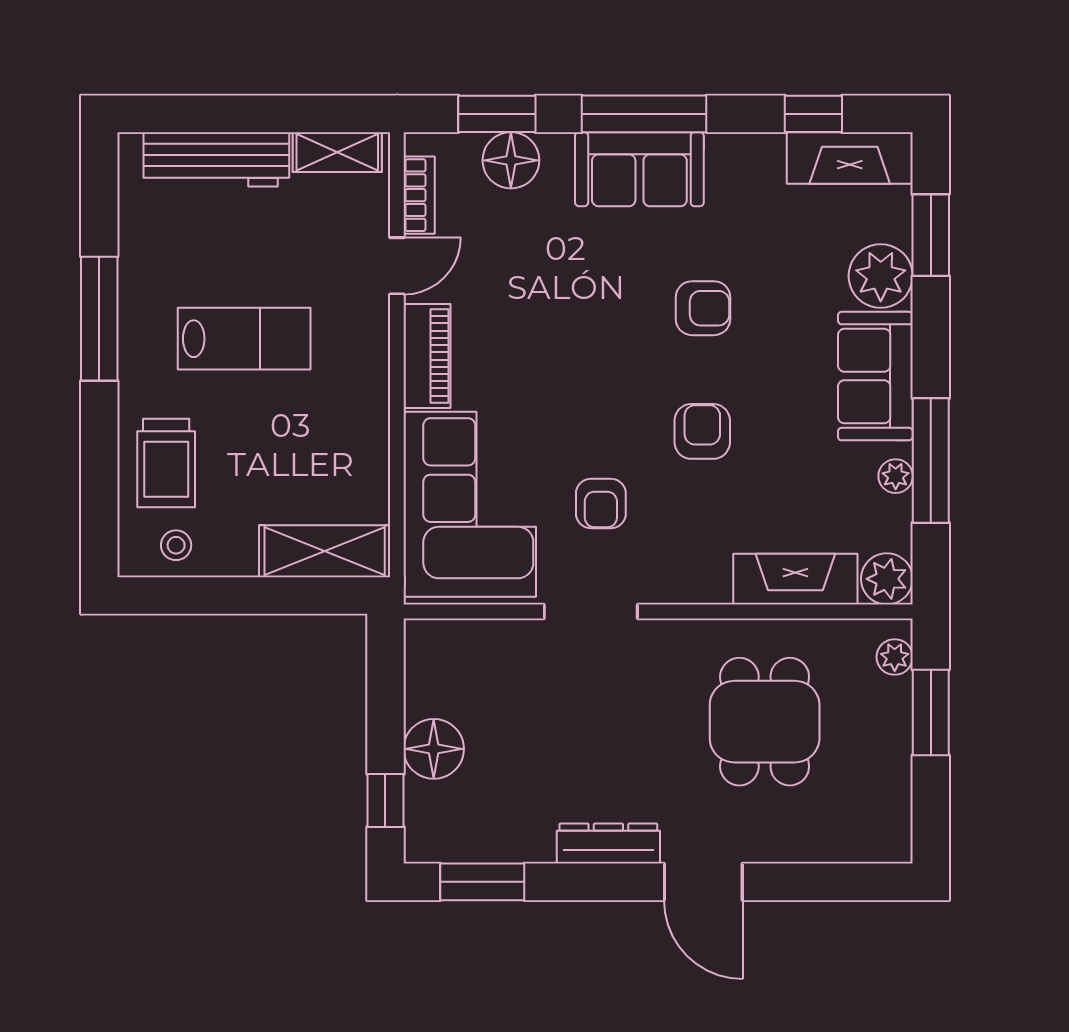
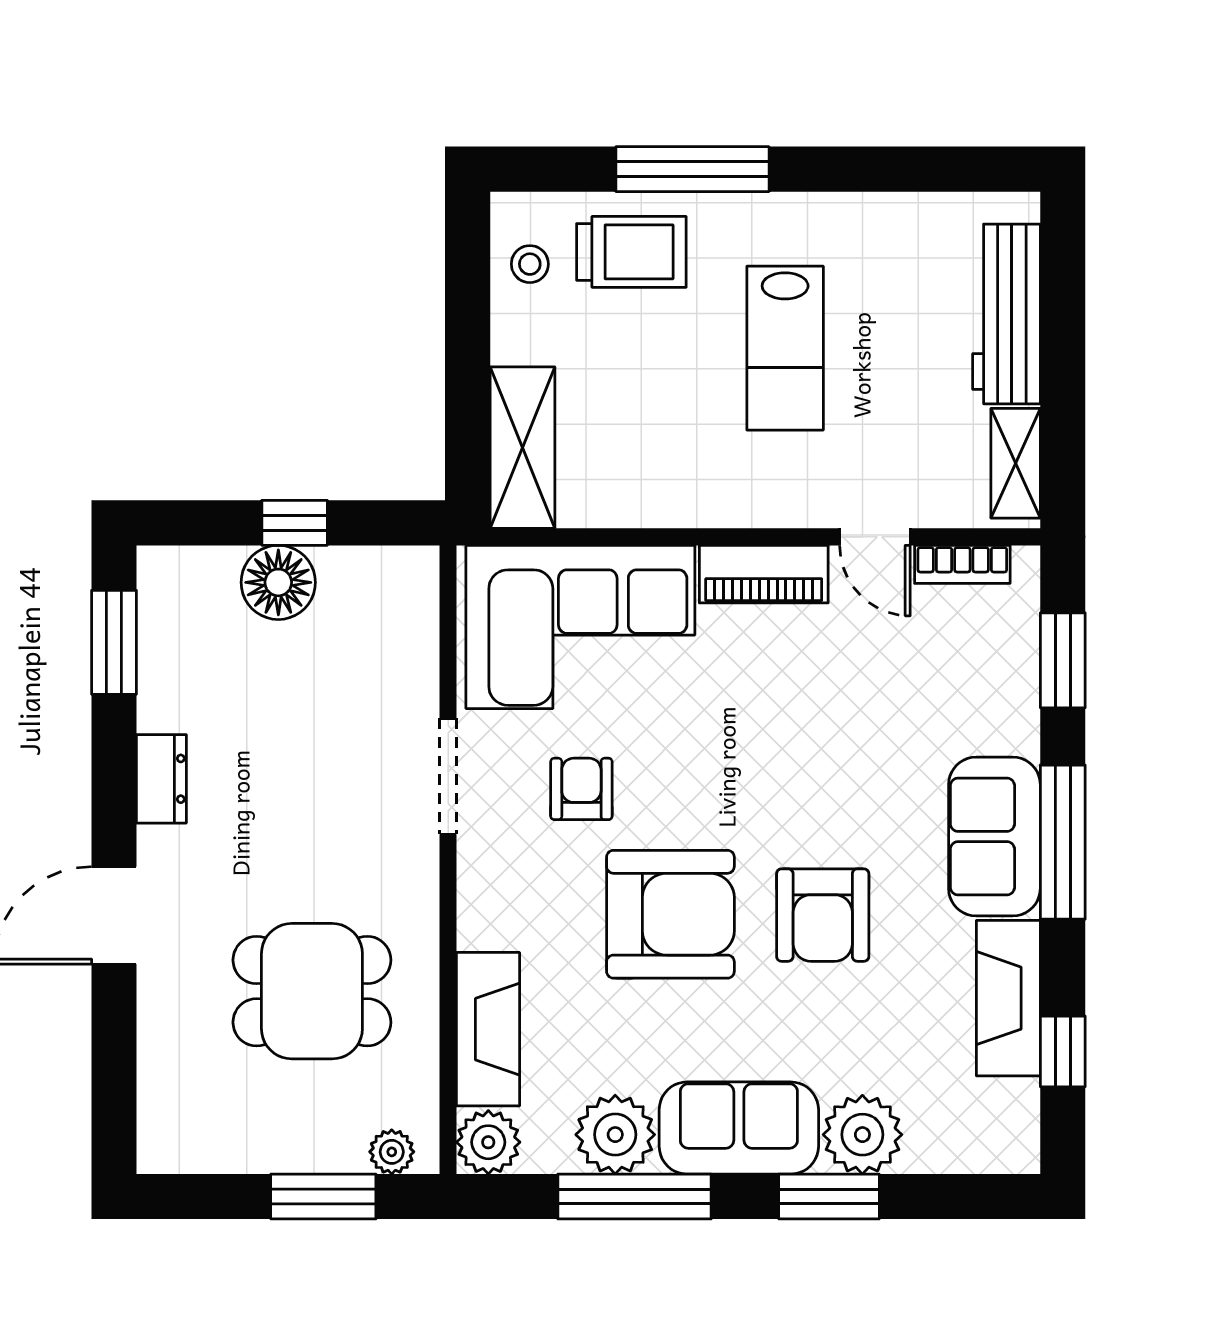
fireplace: (850, 158) -> (1008, 998), moved
floor lamp: (511, 160) -> (1005, 678), removed
window: (931, 235) -> (829, 1196), moved
armchair: (703, 308) -> (823, 915), width x1.38, depth x1.38
window: (99, 319) -> (692, 169), moved
armchair: (702, 431) -> (670, 914), width x1.88, depth x1.88
trolley: (166, 463) -> (631, 252), turned 180
plant: (896, 476) -> (615, 1135), width x1.88, depth x1.88
armchair: (601, 504) -> (581, 789), turned 90
window: (385, 800) -> (295, 523), moved
dresser: (608, 843) -> (161, 779), width x0.70

